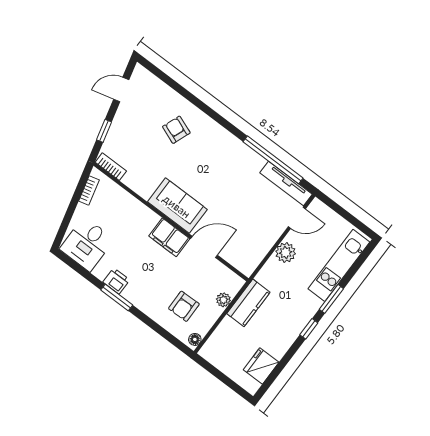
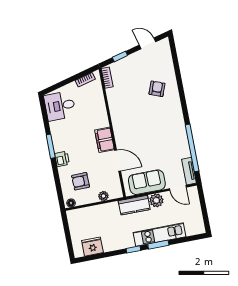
tv unit: (286, 184) -> (189, 171), width x0.71
sofa: (177, 206) -> (147, 182), moved, turned -90
kitchen unit: (339, 265) -> (160, 235), moved
printer: (116, 281) -> (62, 159), moved
kitchen counter: (248, 303) -> (134, 205), moved

